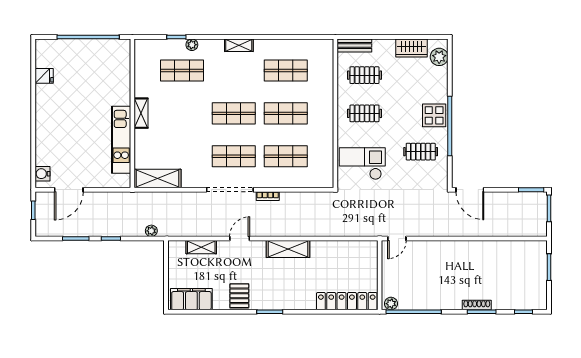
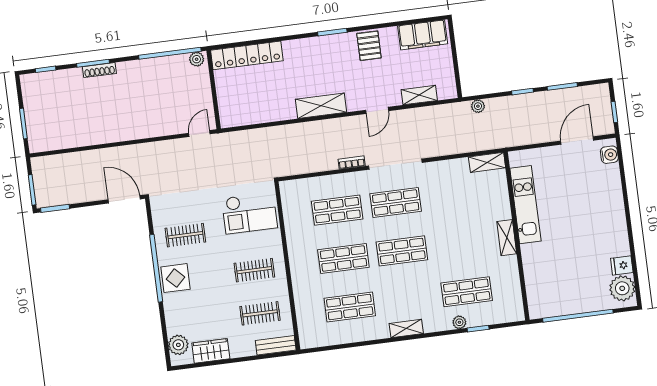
plant: (46, 56) -> (622, 288), added
shelving: (158, 179) -> (487, 162), width x0.67, depth x0.75

